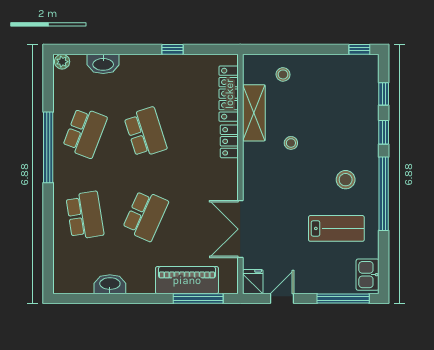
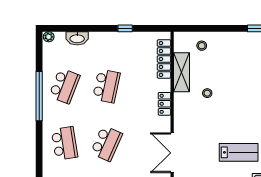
school desk: (145, 132) -> (106, 86), turned 30
locker: (229, 141) -> (164, 104), moved
stool: (346, 180) -> (245, 119), removed

